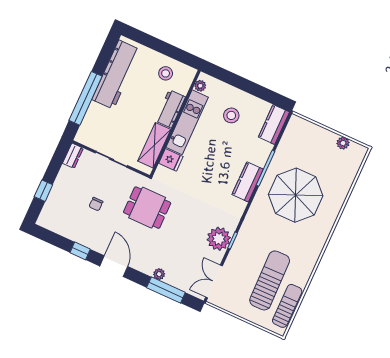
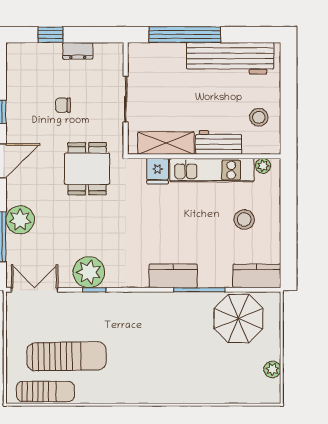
dresser: (73, 156) -> (78, 51), moved
parasol: (296, 195) -> (238, 319), moved, width x0.73, depth x0.73
plant: (159, 274) -> (20, 220), width x1.87, depth x1.87

